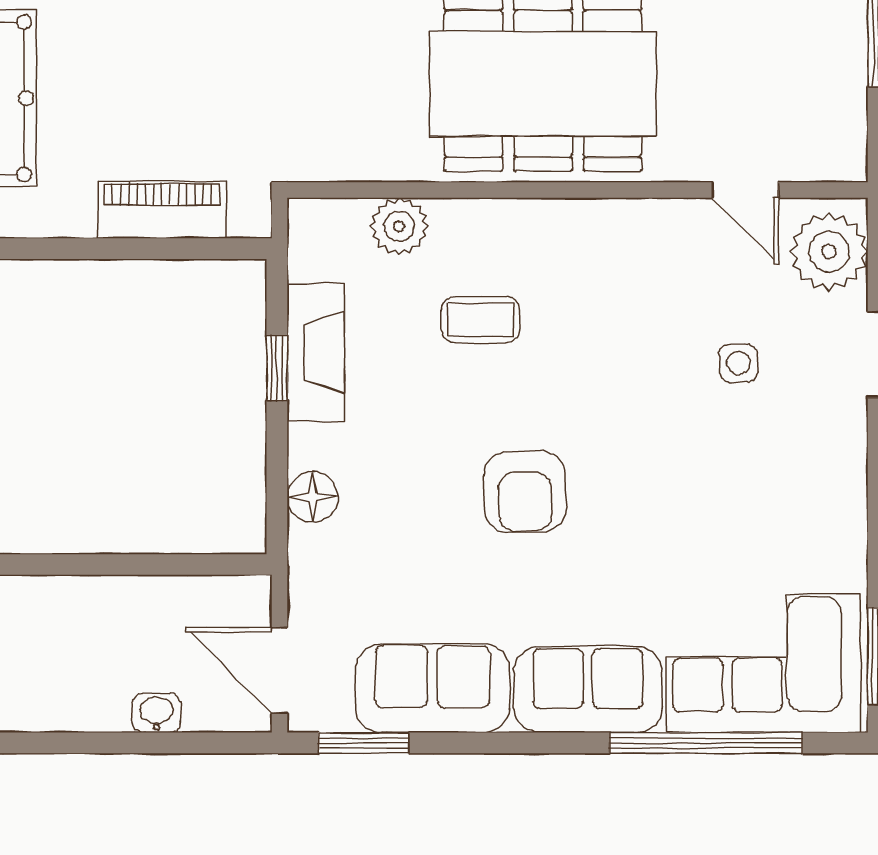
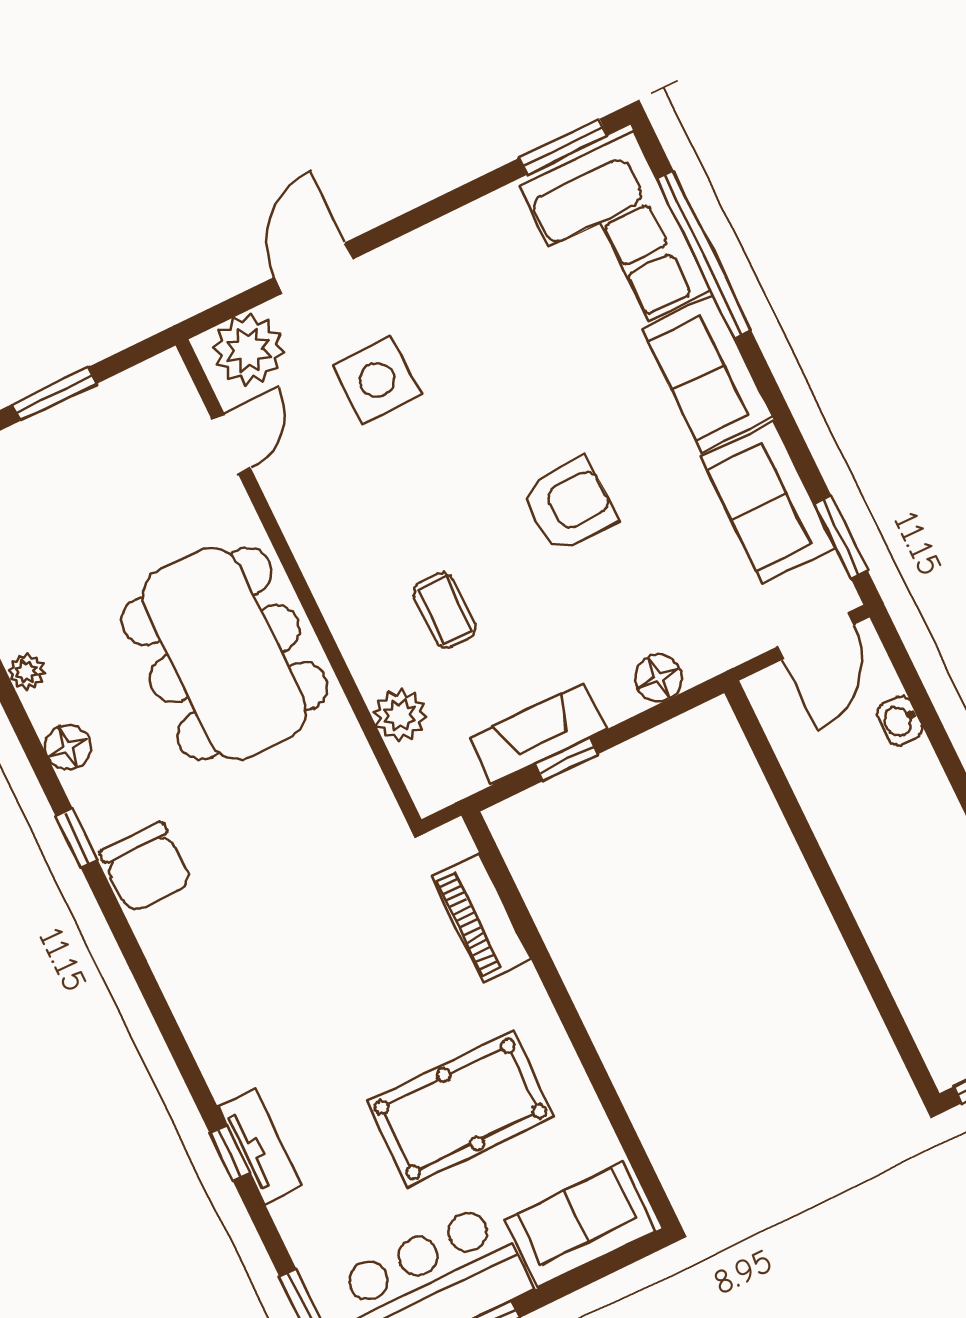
side table: (738, 363) -> (377, 380), width x1.87, depth x1.87

